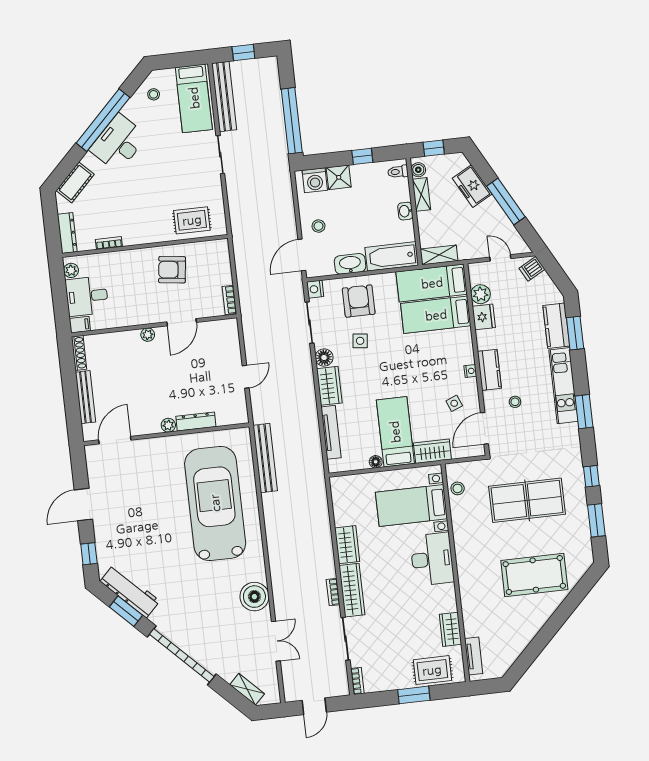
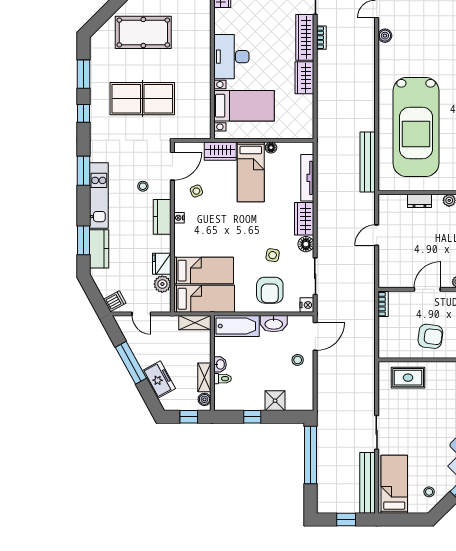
toilet: (398, 172) -> (223, 379), moved
washing machine: (315, 180) -> (296, 400), removed
dresser: (196, 421) -> (419, 201), width x0.70
stool: (458, 488) -> (202, 116), removed
boiler: (254, 597) -> (385, 36), width x0.54, depth x0.54

